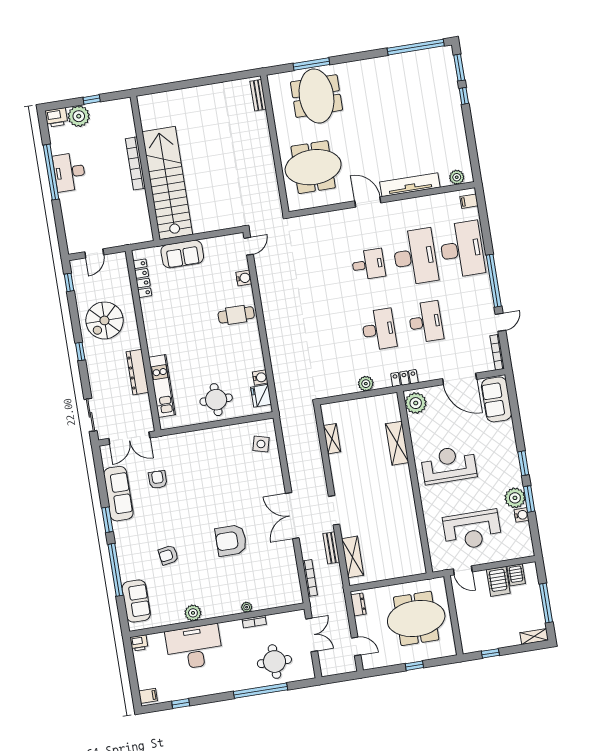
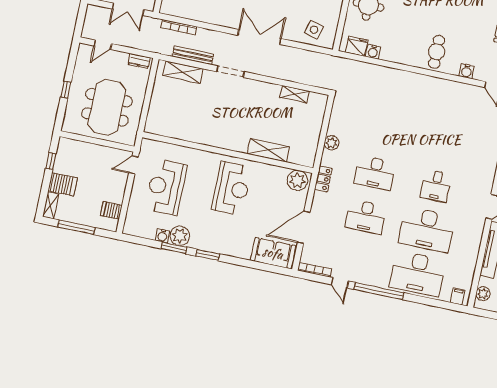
double door: (292, 516) -> (259, 37), moved
bench: (331, 548) -> (193, 55), width x1.36
server rack: (498, 581) -> (63, 184), moved, turned 180

